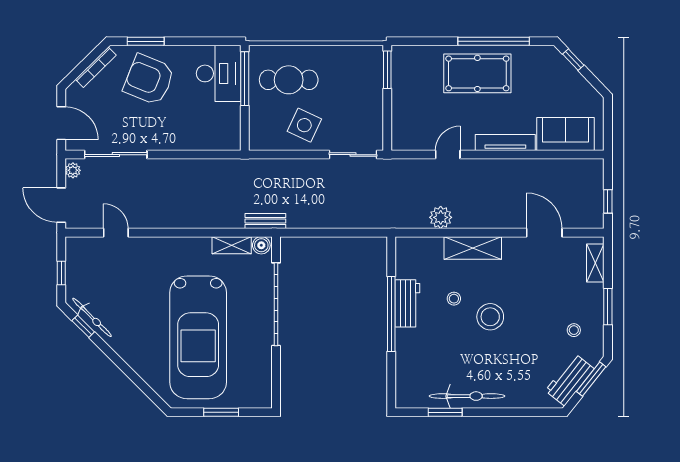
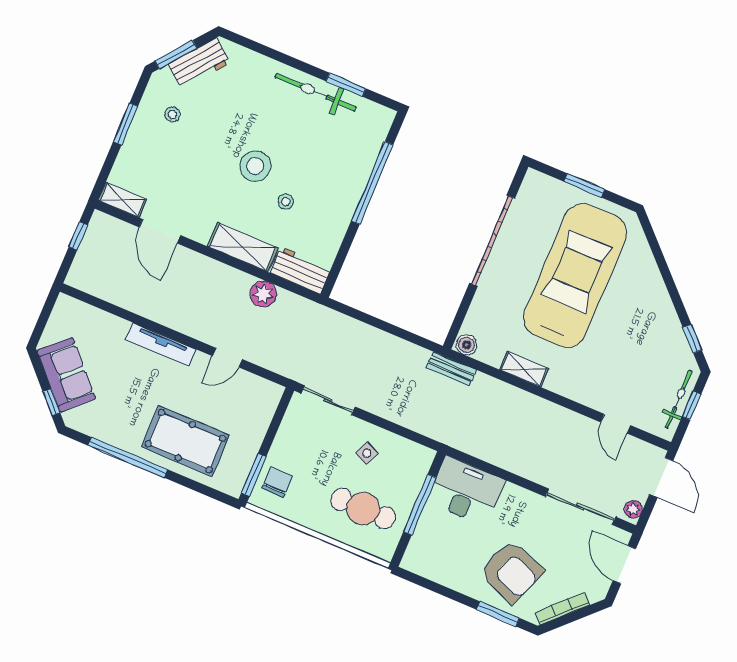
chair: (366, 72) -> (277, 482), added
desk: (219, 73) -> (466, 491), moved, turned 90
pool table: (477, 73) -> (185, 441), moved
window: (245, 79) -> (420, 505), moved
side table: (304, 125) -> (367, 453), width x0.54, depth x0.54
sofa: (565, 134) -> (66, 375), moved, turned -134
shelving: (232, 245) -> (524, 369), moved
shelving: (595, 263) -> (122, 200), moved, turned 90
workbench: (407, 303) -> (301, 270), moved, turned 90
garage door: (276, 304) -> (492, 241), moved
window: (391, 314) -> (372, 183), moved
bicycle: (92, 317) -> (679, 399), moved, turned 45

